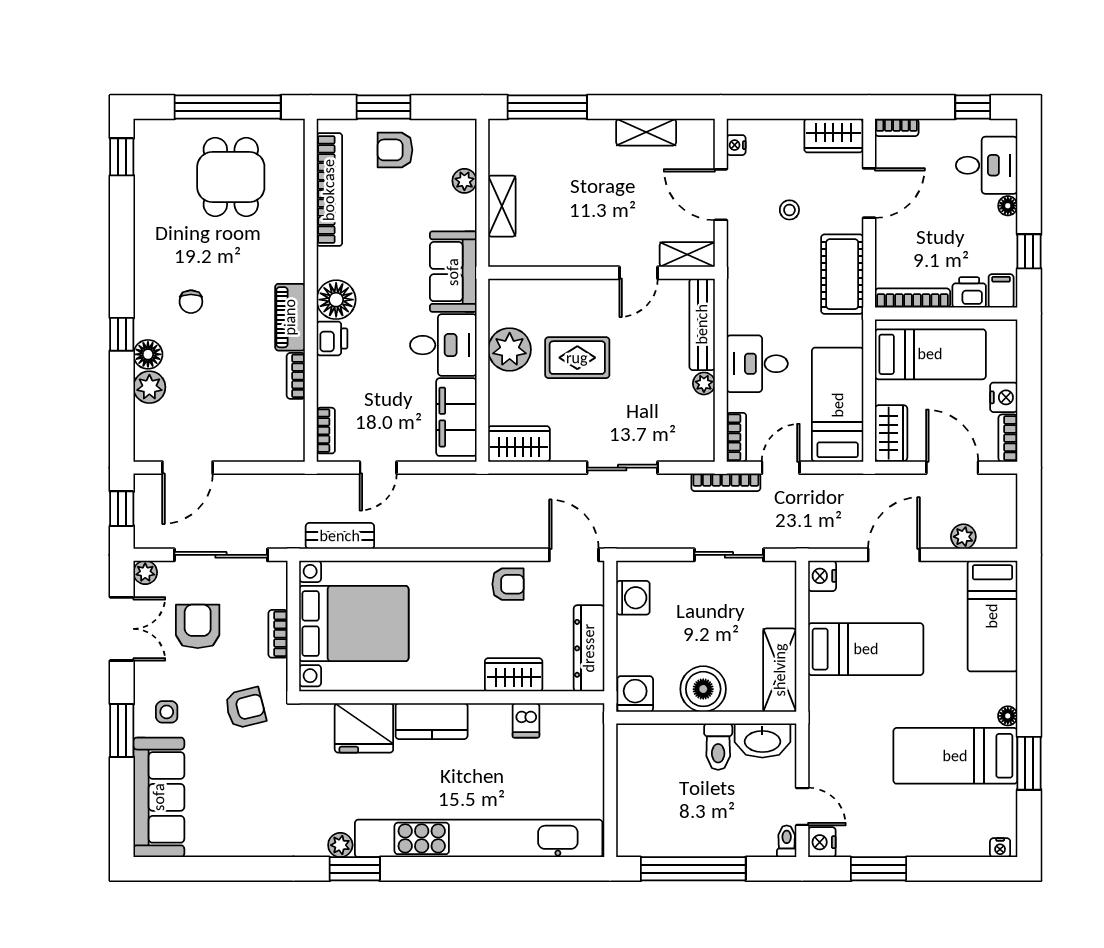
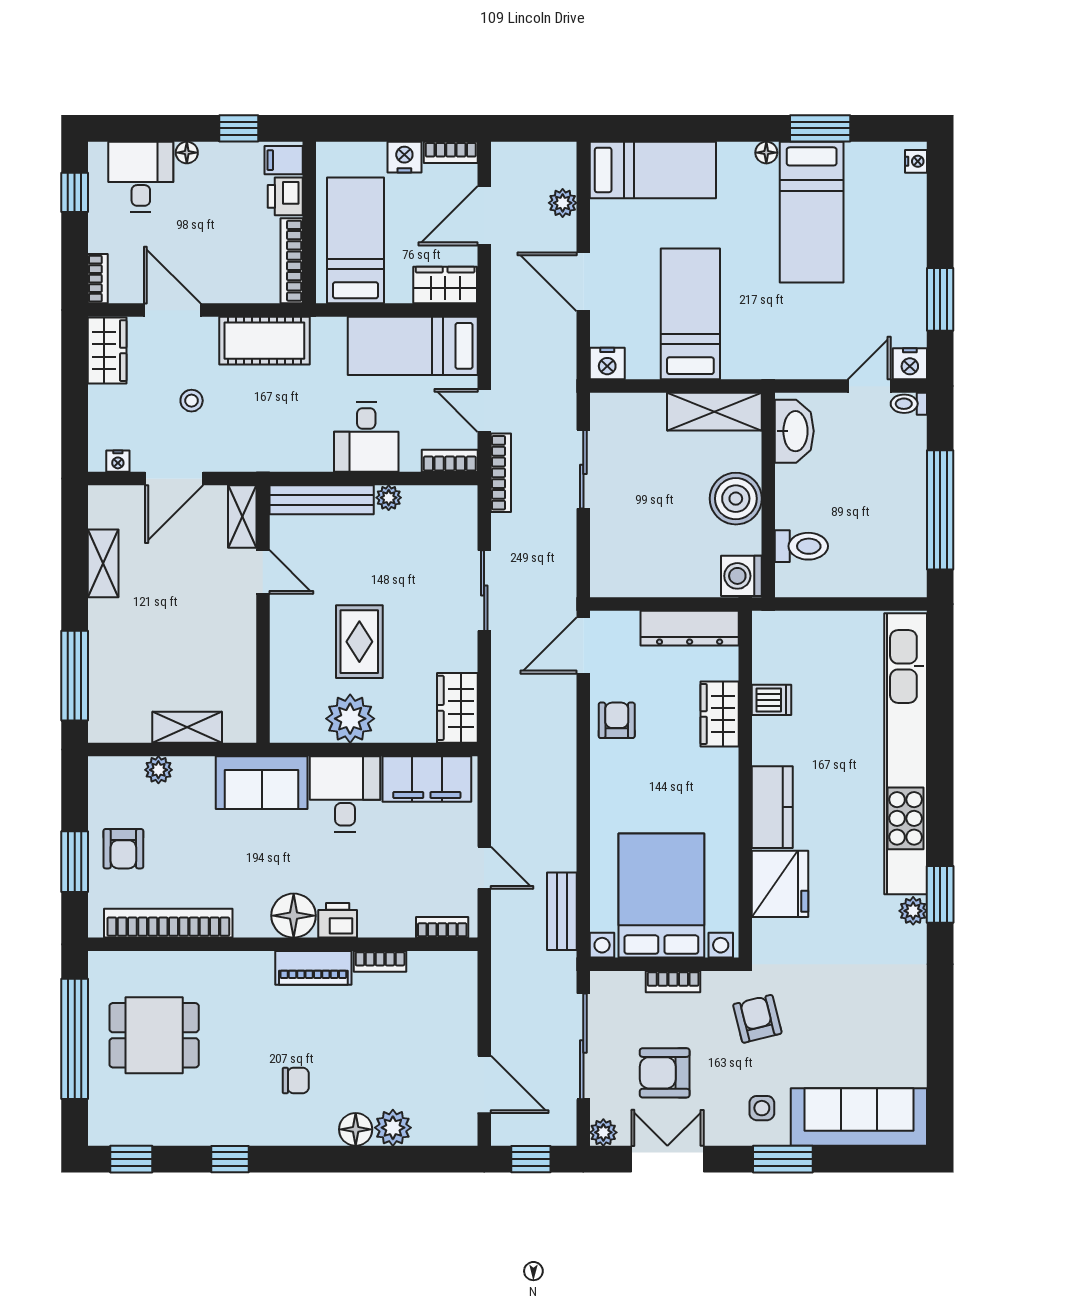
window: (122, 334) -> (230, 1159), moved
washing machine: (633, 598) -> (632, 578), removed
toilet: (718, 747) -> (801, 546), moved

